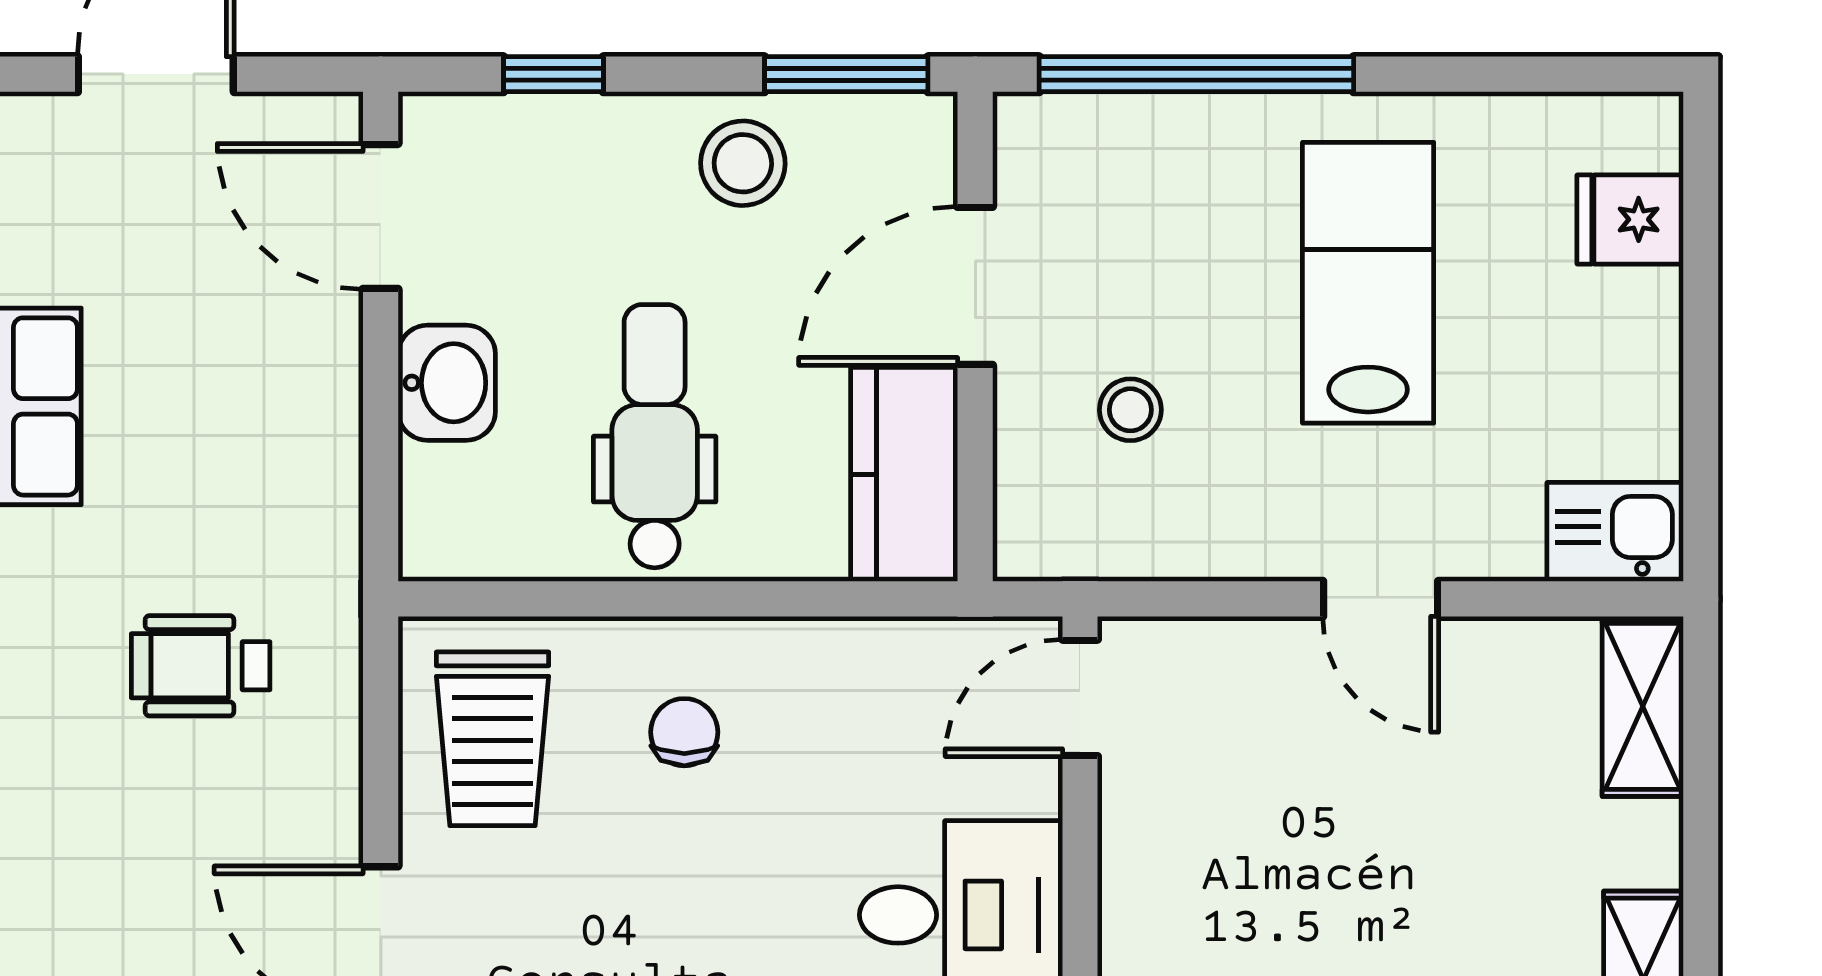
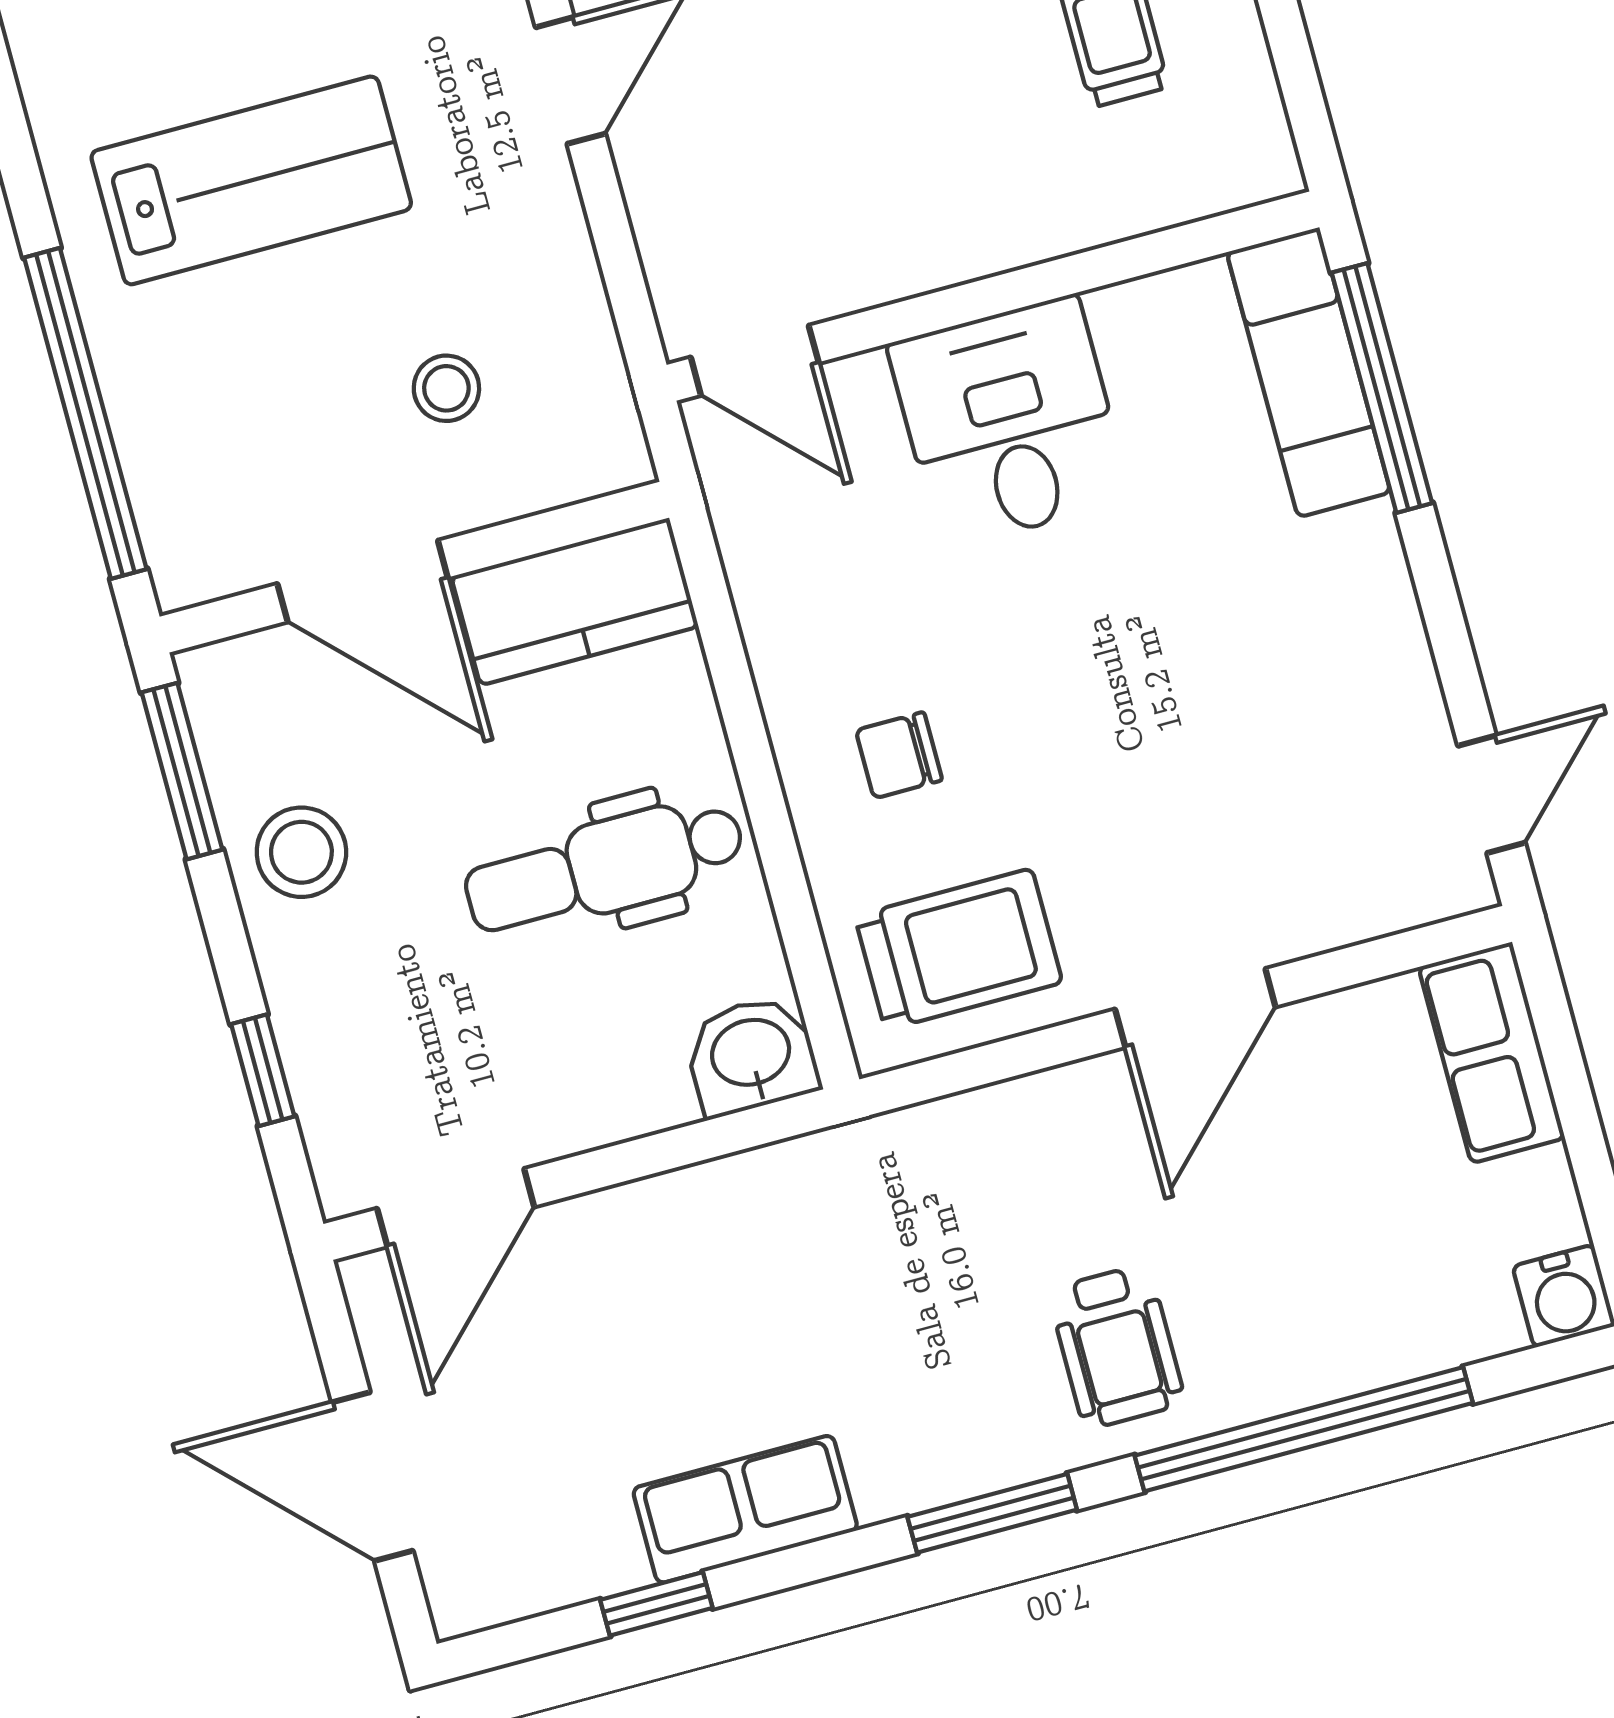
lab bench: (1368, 283) -> (251, 180), turned 180
washbasin: (447, 383) -> (751, 1055), moved
wheelchair: (201, 666) -> (1117, 1347), moved

